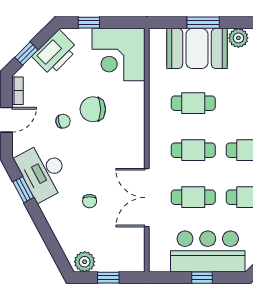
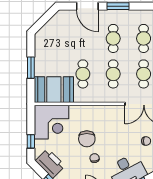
plant: (238, 38) -> (41, 45), removed
booth: (197, 48) -> (54, 90), moved, turned 90

